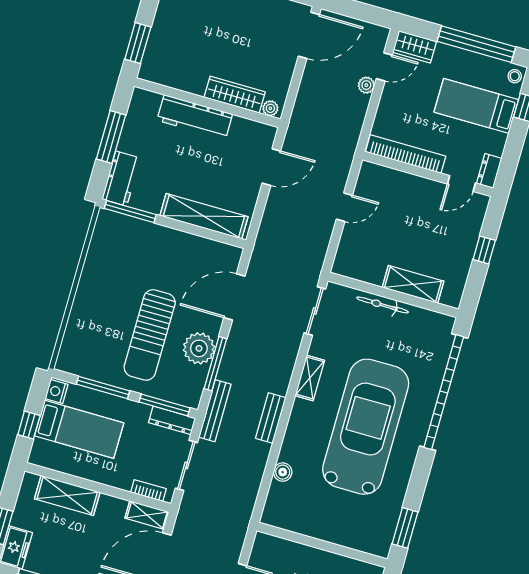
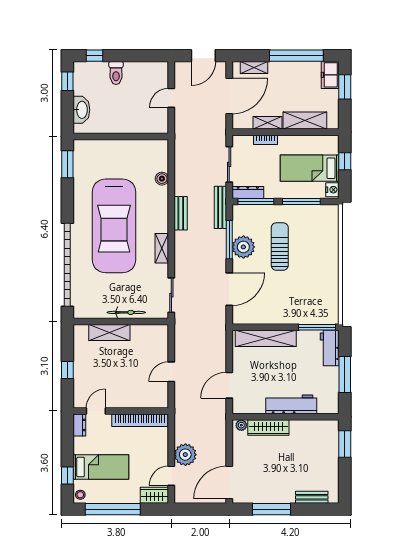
plant: (366, 85) -> (185, 455), width x1.88, depth x1.88
sun lounger: (150, 335) -> (280, 247), width x0.73, depth x0.75
bookcase: (148, 491) -> (265, 140), moved
shelving: (147, 515) -> (267, 123), moved

